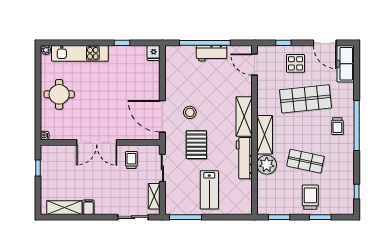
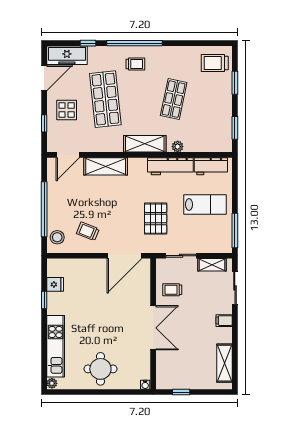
fridge: (154, 53) -> (55, 284), moved
workbench: (212, 53) -> (211, 166), moved, turned 90
trolley: (185, 83) -> (88, 231), added
stool: (190, 112) -> (57, 237), moved
shelving: (244, 117) -> (106, 166), moved
pallet: (196, 145) -> (156, 219), turned 90
plant: (267, 165) -> (178, 147), width x0.53, depth x0.53
window: (357, 192) -> (88, 43), moved
trolley: (310, 197) -> (215, 63), moved
filing cabinet: (88, 207) -> (224, 321), moved

